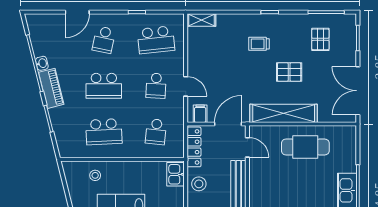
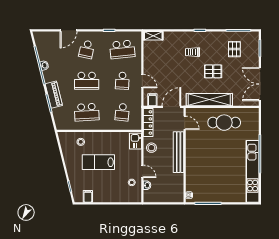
piano: (51, 88) -> (54, 95), moved

